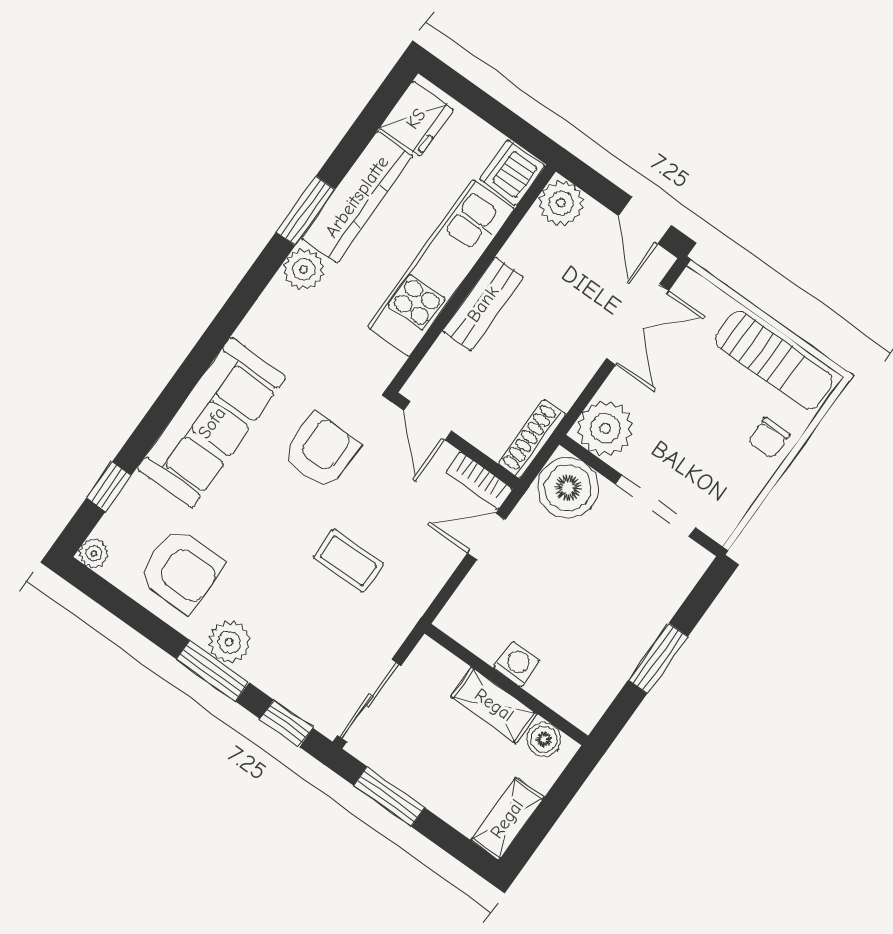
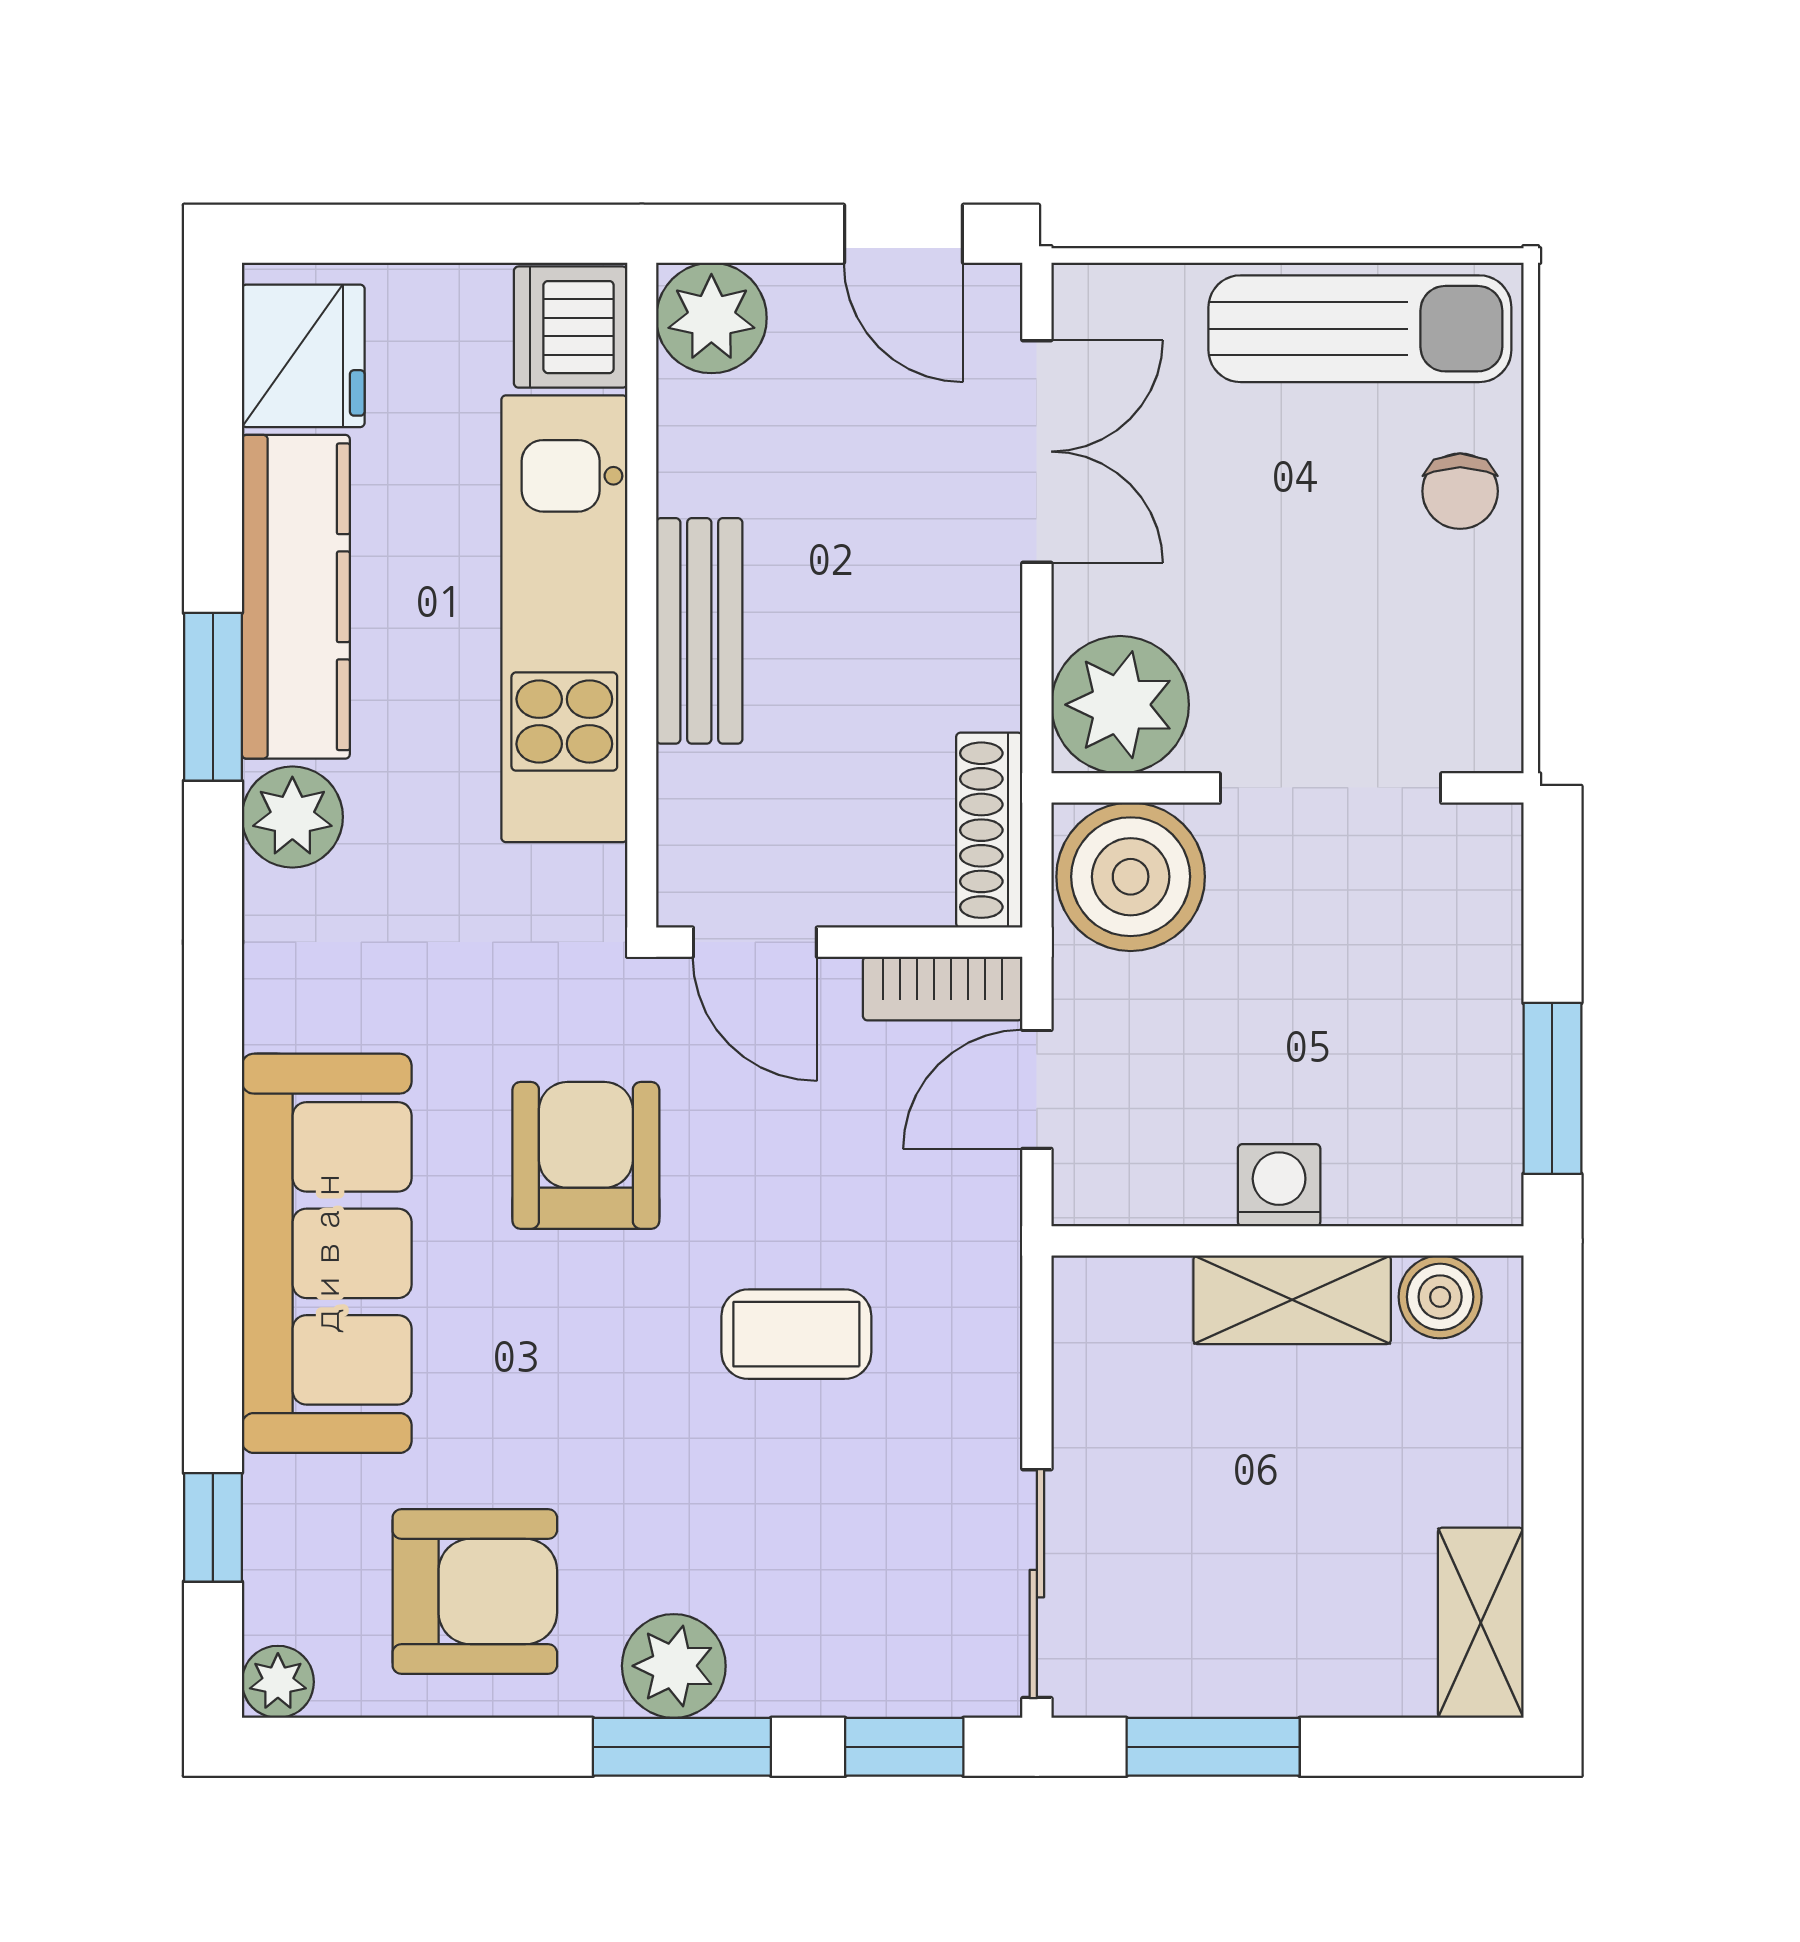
washing machine: (517, 664) -> (1279, 1185), moved
wall: (506, 685) -> (1287, 1241), moved
shelving: (494, 705) -> (1292, 1300), moved
boiler: (544, 739) -> (1440, 1297), moved

